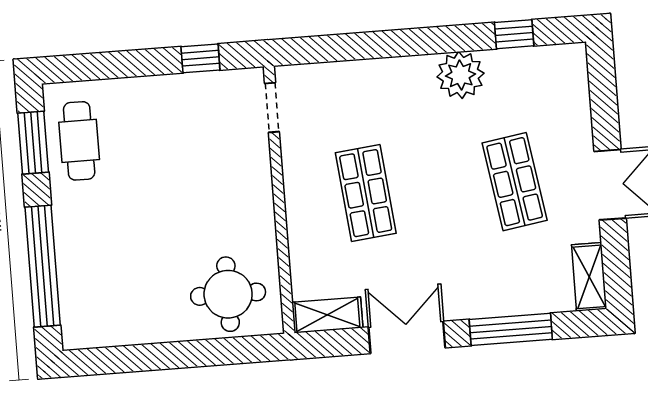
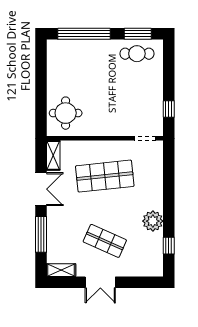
shop shelf: (515, 182) -> (105, 241), turned 33
shop shelf: (366, 193) -> (105, 176), width x1.43, depth x1.36

